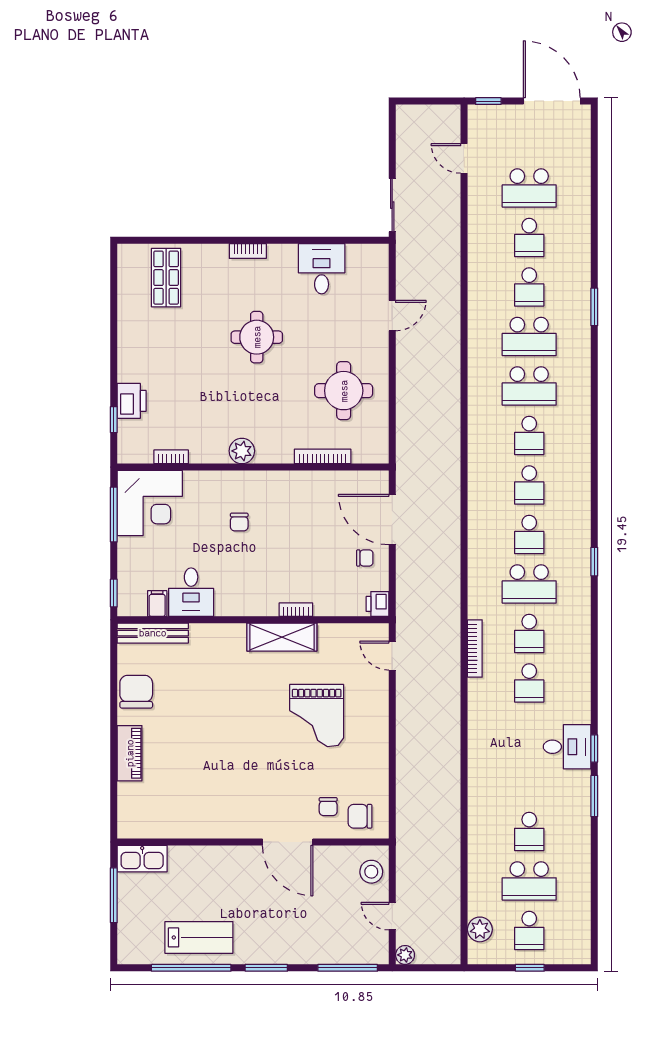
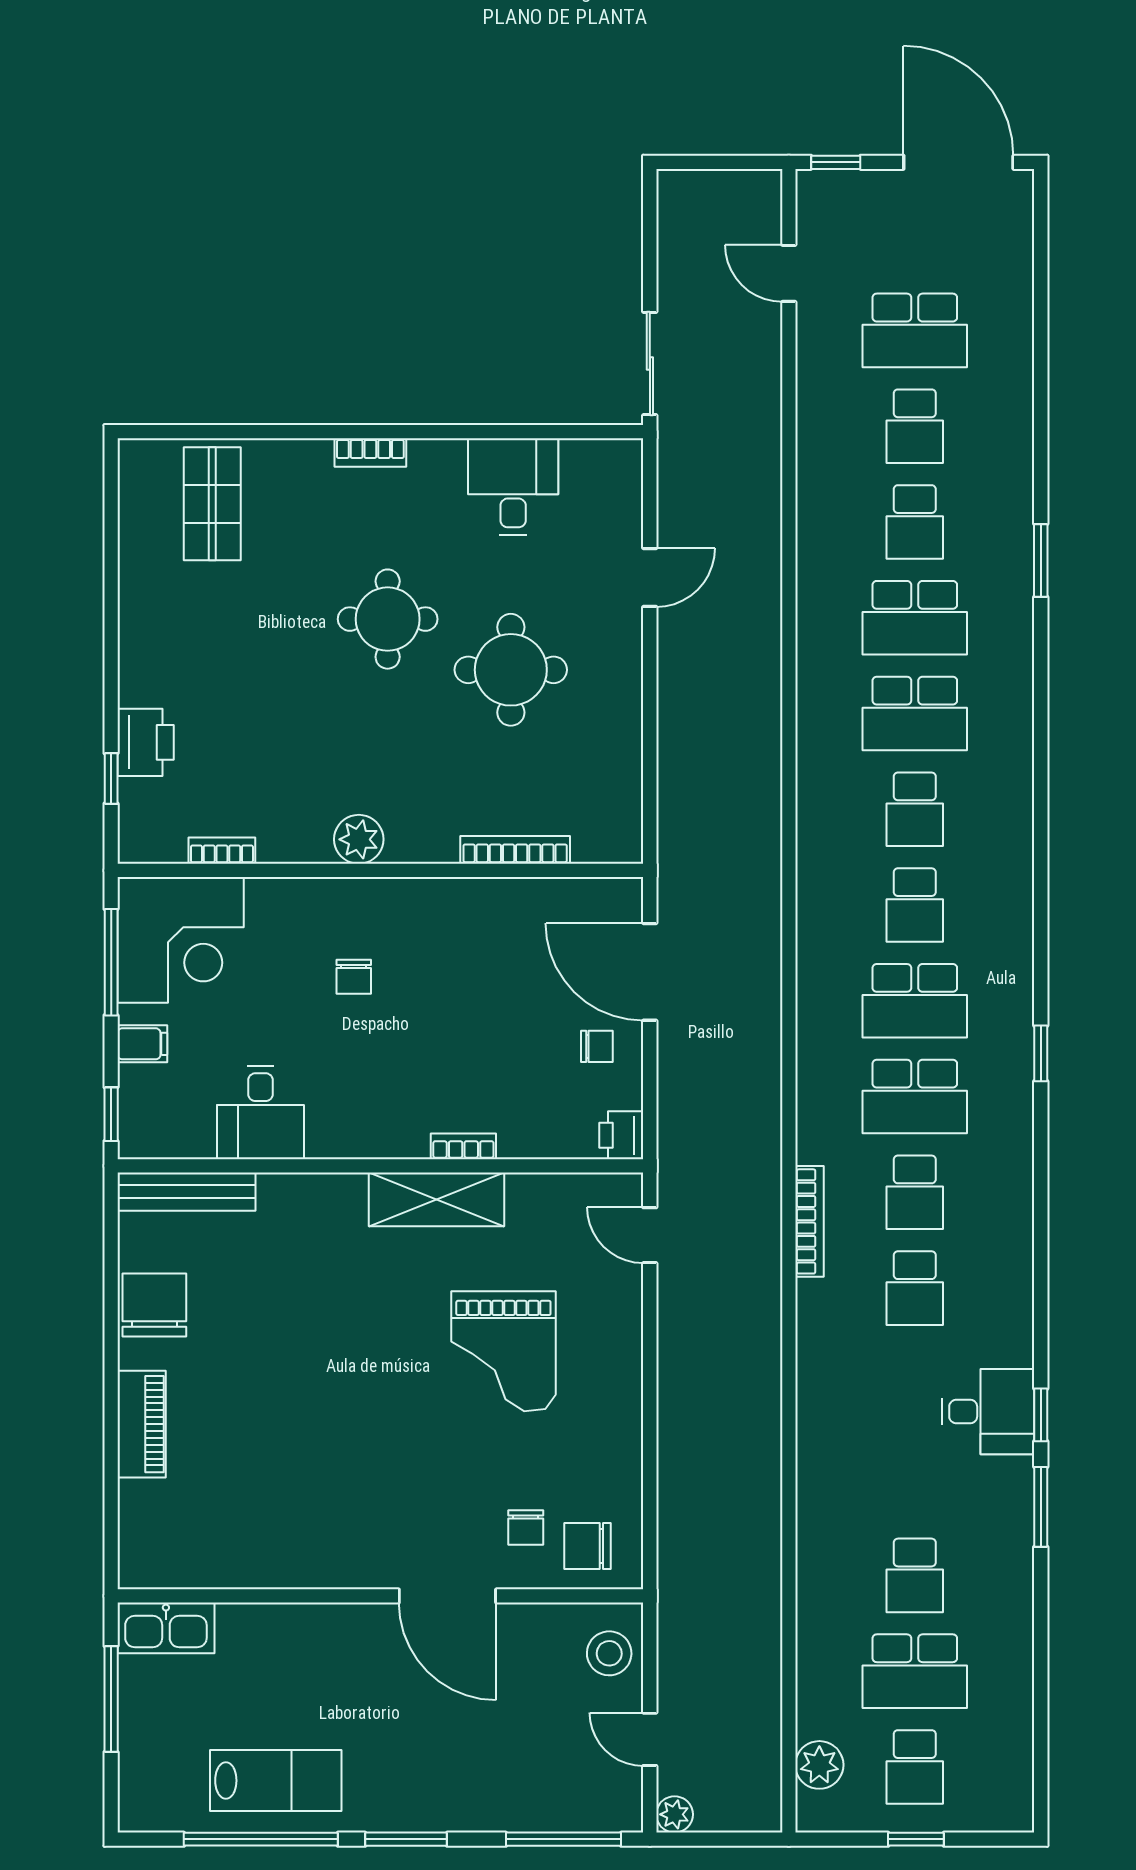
round table: (344, 391) -> (511, 670), moved
school desk: (529, 534) -> (915, 1001), width x1.85
filing cabinet: (157, 604) -> (142, 1044), moved, turned 90

